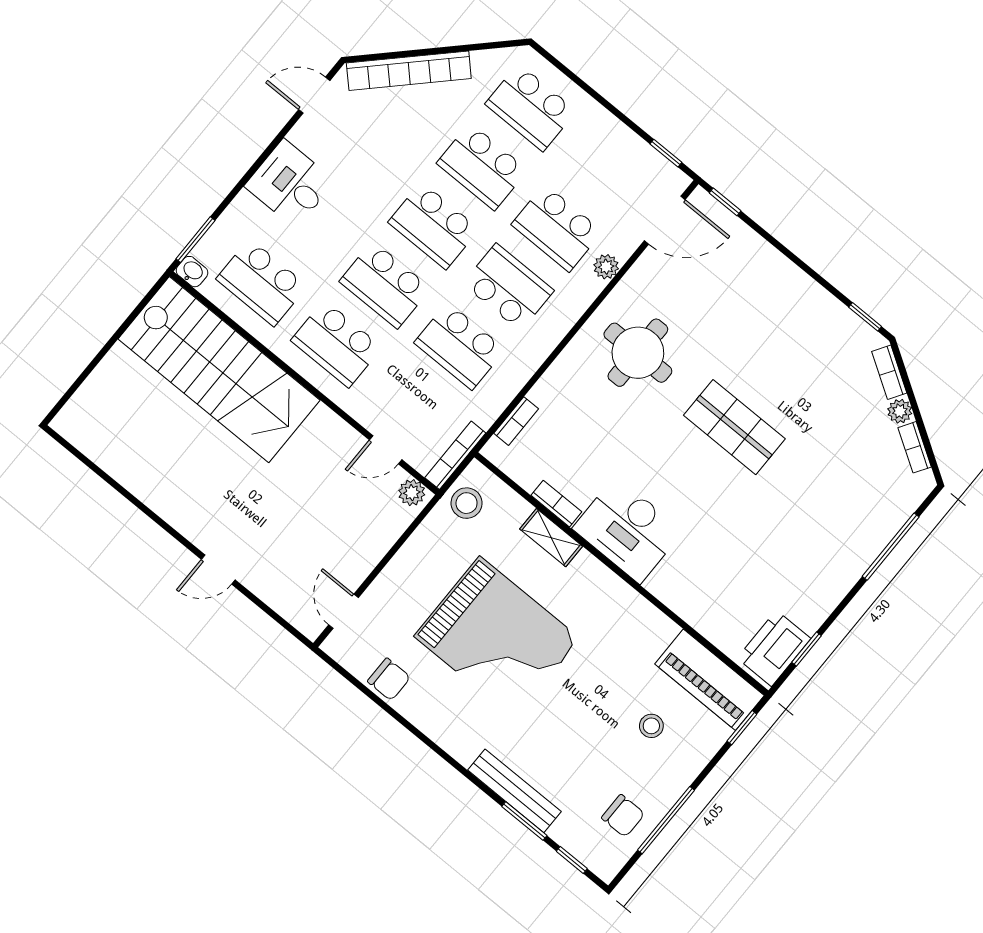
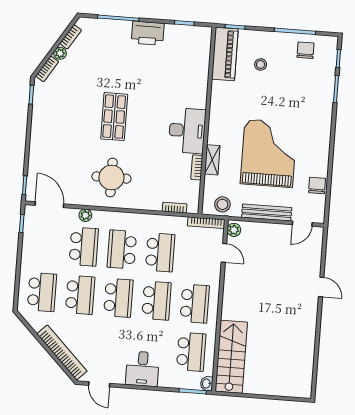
stairs: (219, 370) -> (231, 357), width x0.73, depth x0.66
printer: (774, 648) -> (148, 33), moved
bench: (514, 791) -> (267, 212), moved, turned 90

